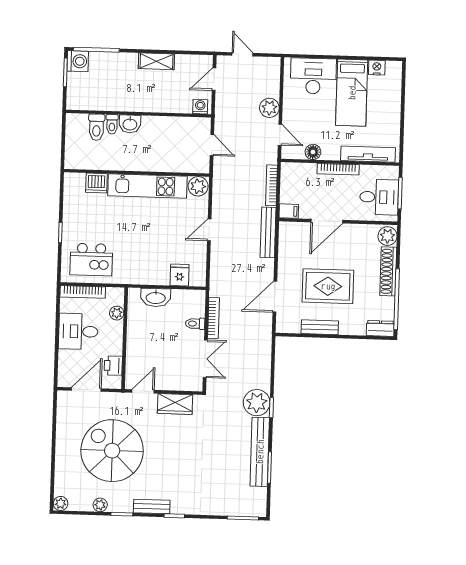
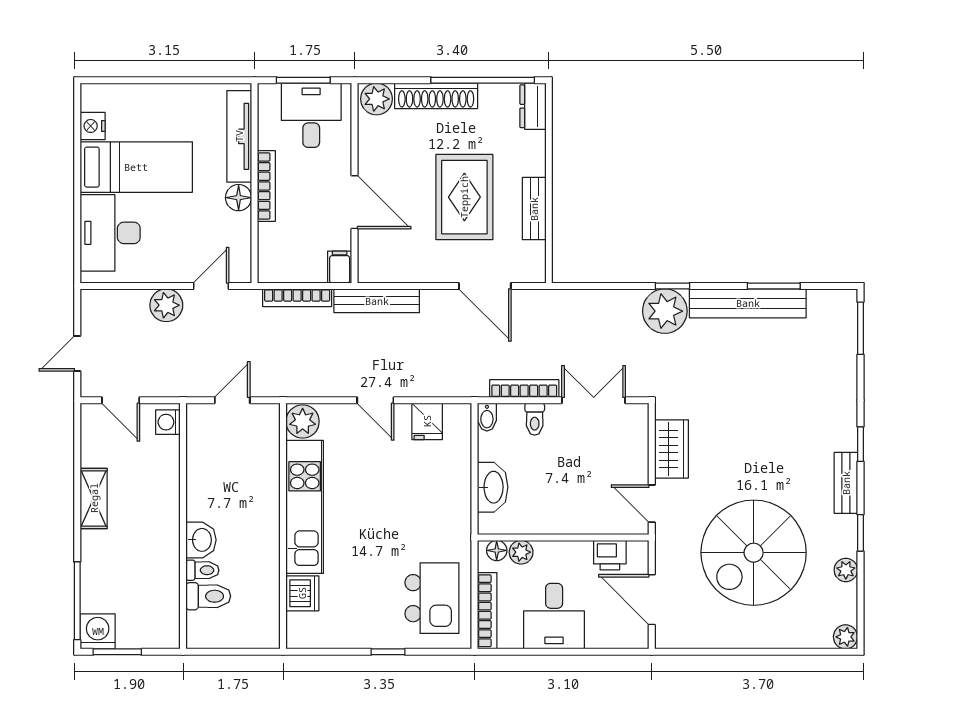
floor lamp: (313, 152) -> (239, 198), moved
fridge: (180, 275) -> (427, 421), moved, turned -90
bidet: (197, 295) -> (487, 417), added
floor lamp: (118, 299) -> (497, 550), added

